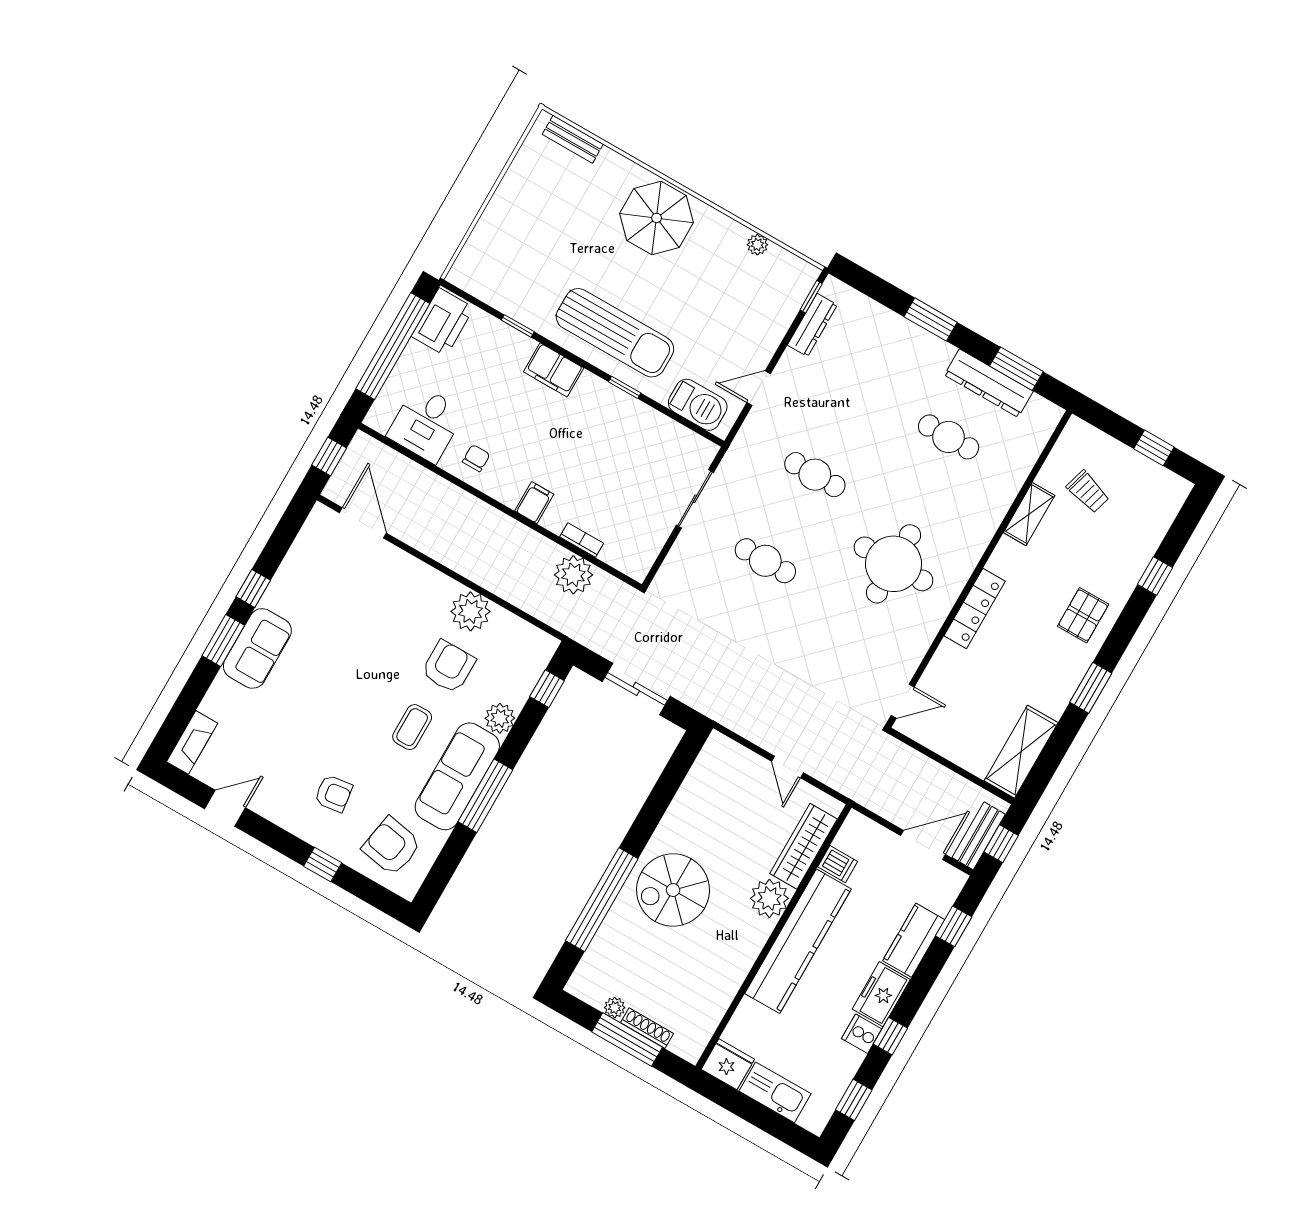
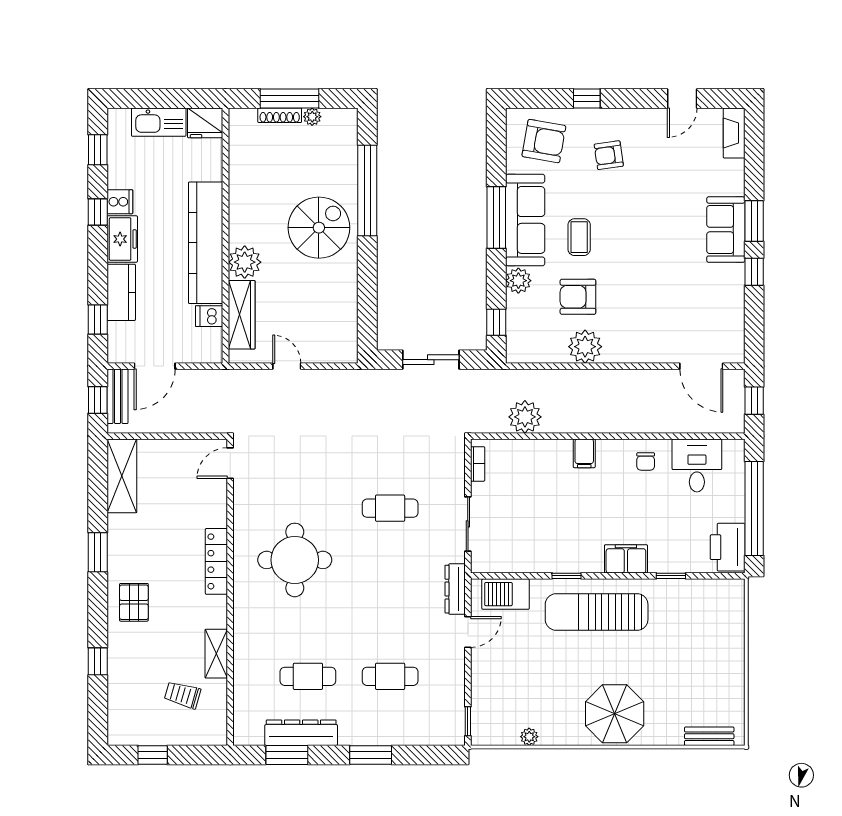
dresser: (812, 325) -> (455, 589), moved
cafe table: (815, 475) -> (390, 676), moved
bookcase: (582, 540) -> (478, 464), moved, turned -90
armchair: (448, 667) -> (578, 297), turned 90

